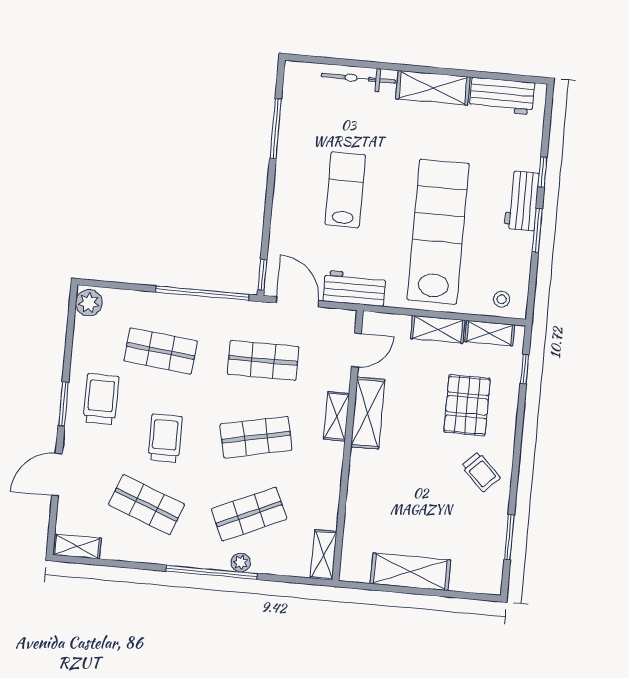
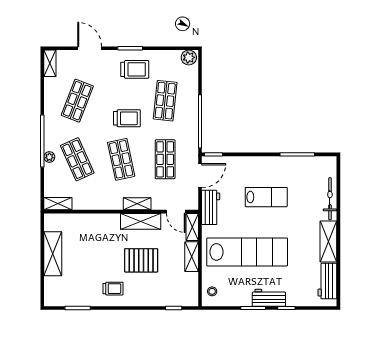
shelving: (490, 333) -> (192, 227), moved
pallet: (467, 405) -> (141, 260), moved
trolley: (165, 438) -> (127, 118), moved
trolley: (481, 472) -> (113, 289), turned -135

